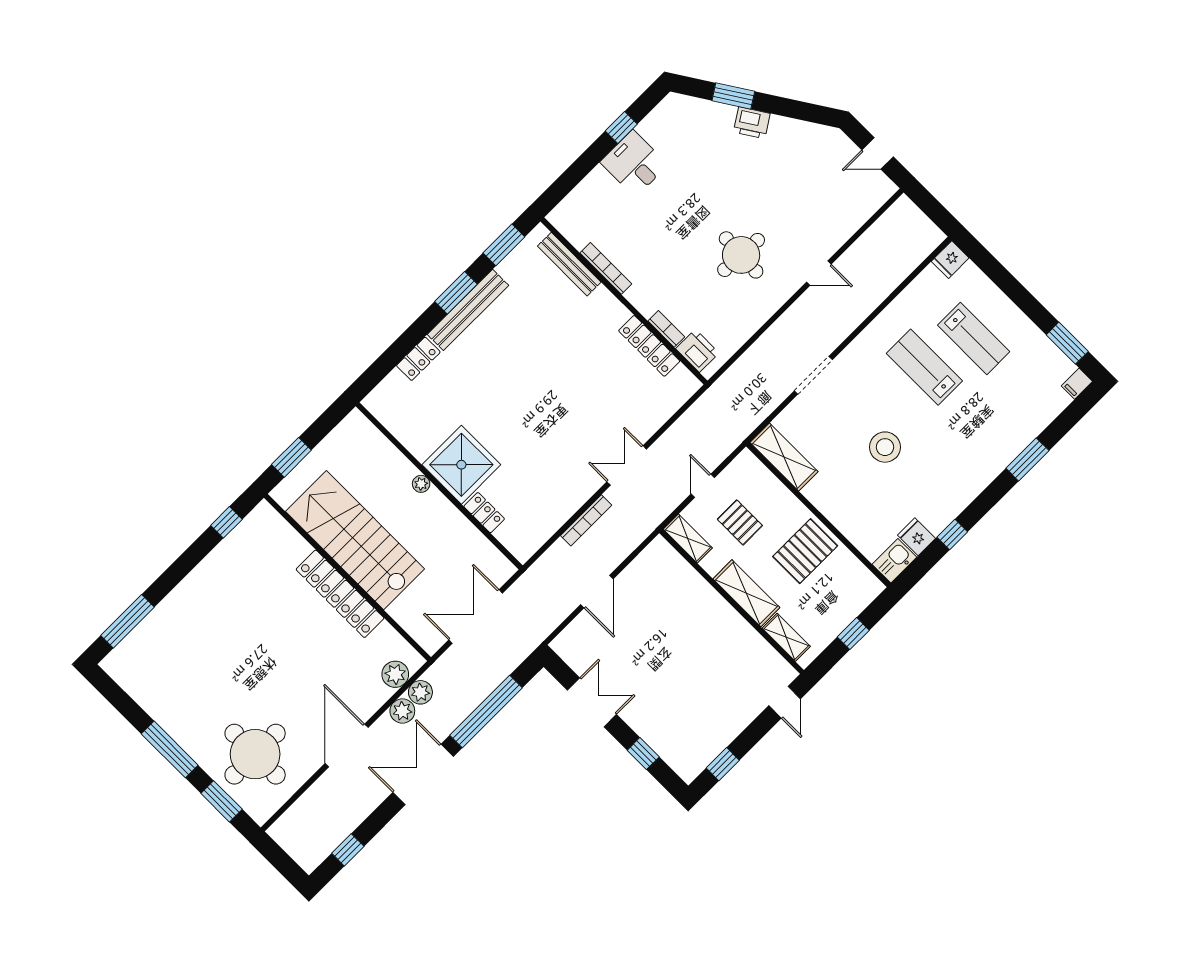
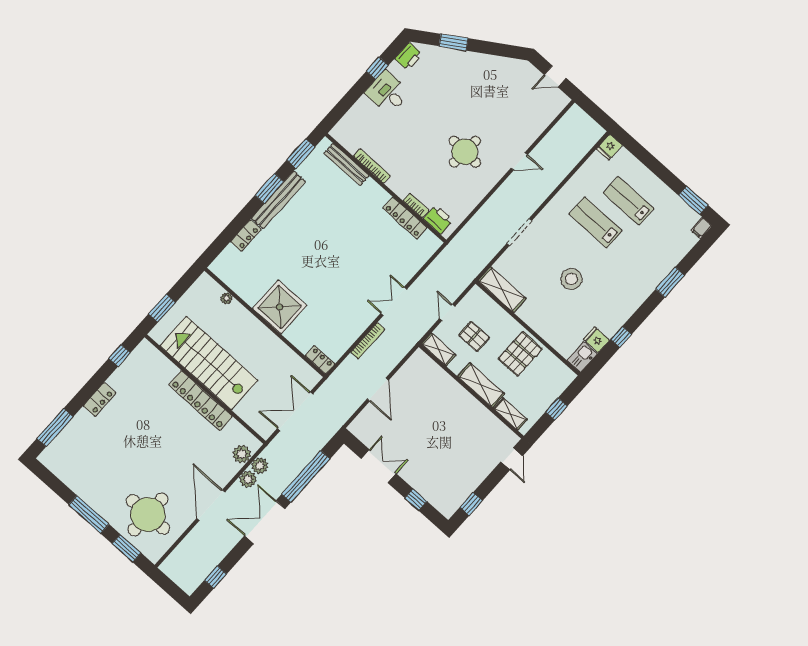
printer: (752, 123) -> (409, 57), moved, turned -57
lab bench: (974, 338) -> (629, 201), turned 180
plant: (421, 484) -> (226, 298), moved
locker: (484, 513) -> (320, 360), moved
locker: (194, 584) -> (99, 399), added

